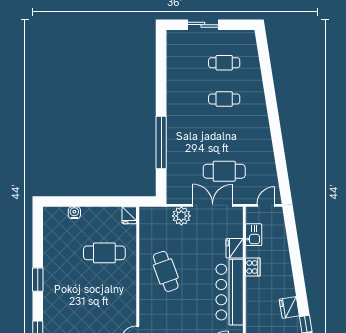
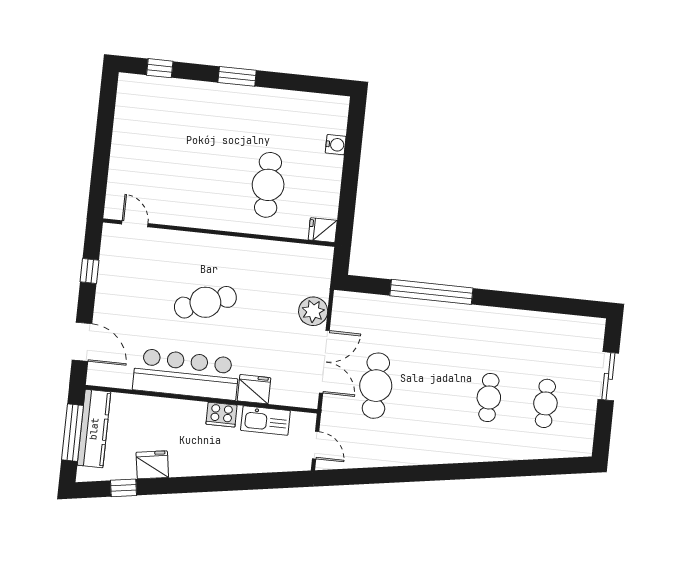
kitchen sink: (254, 235) -> (265, 421), width x1.38
cafe table: (166, 271) -> (205, 302), moved

